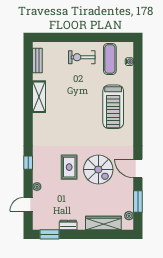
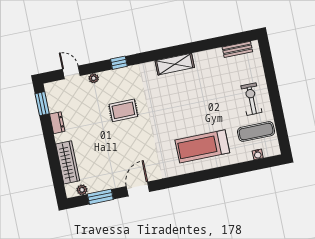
shelving: (39, 97) -> (175, 64), moved
spiral stairs: (98, 170) -> (127, 144), removed

